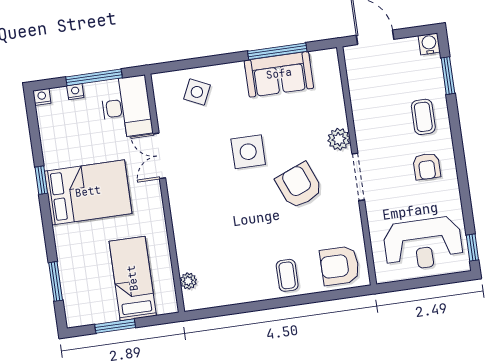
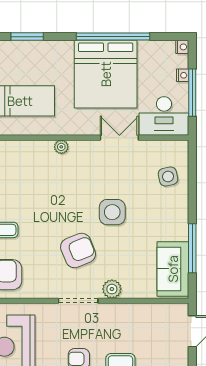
sofa: (279, 74) -> (173, 269), moved
side table: (197, 92) -> (168, 177), turned -37
window: (41, 180) -> (113, 37), width x3.17
bed: (88, 192) -> (106, 74), width x1.36
plant: (188, 281) -> (61, 147), moved

